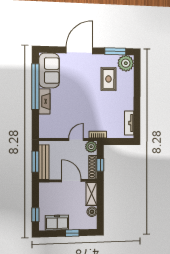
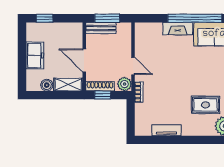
tv unit: (129, 123) -> (166, 130), moved
bench: (44, 162) -> (101, 28), width x0.73
door: (71, 181) -> (84, 60), swing flipped
freezer: (57, 223) -> (35, 56), moved
window: (72, 233) -> (22, 61), removed

